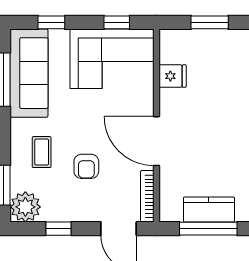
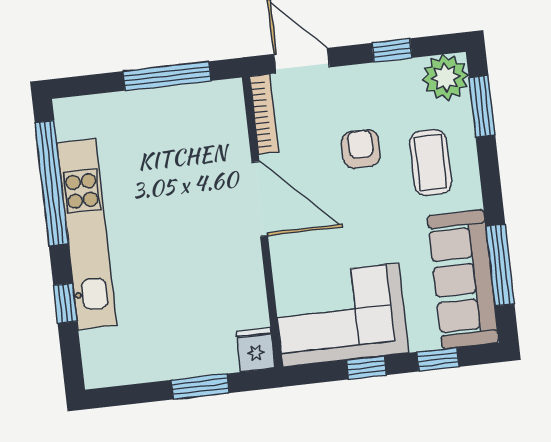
window: (117, 22) -> (366, 368), moved
fridge: (173, 76) -> (256, 350), moved, turned 90
coffee table: (42, 152) -> (430, 163), width x1.36, depth x1.30
kitchen counter: (209, 209) -> (169, 105), removed

